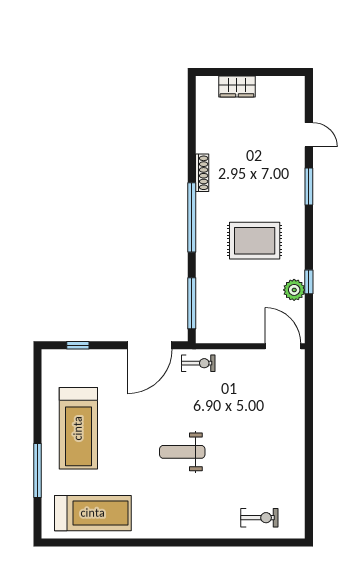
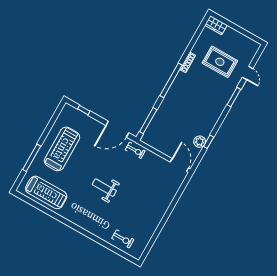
wardrobe: (237, 86) -> (216, 25), moved
rug: (255, 241) -> (220, 62), moved
treadmill: (78, 428) -> (62, 149), turned 180

